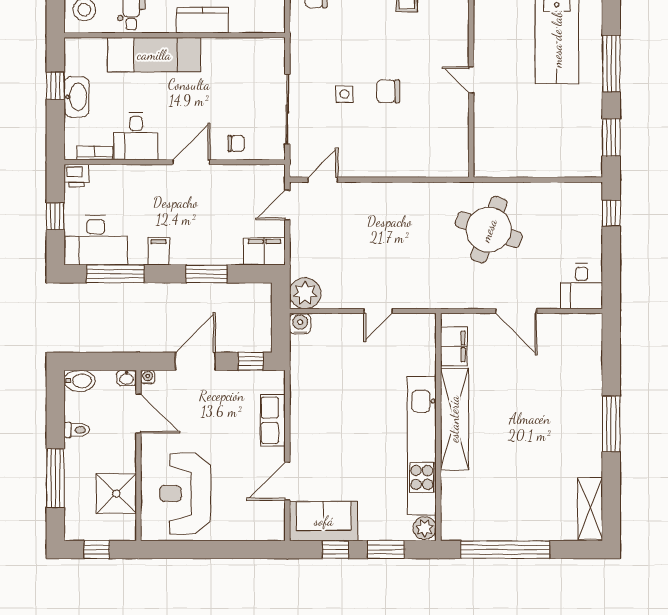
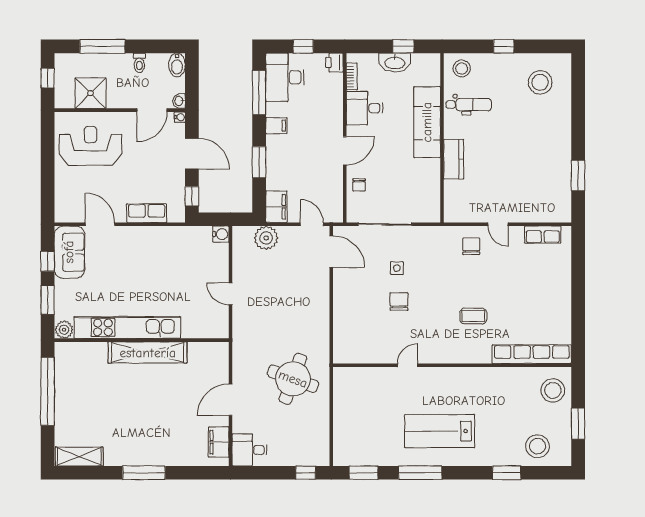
door: (191, 162) -> (345, 151), hinge flipped
door: (323, 180) -> (331, 252), width x1.38
plant: (305, 293) -> (266, 238), moved
filing cabinet: (454, 346) -> (219, 442), moved, turned 90

